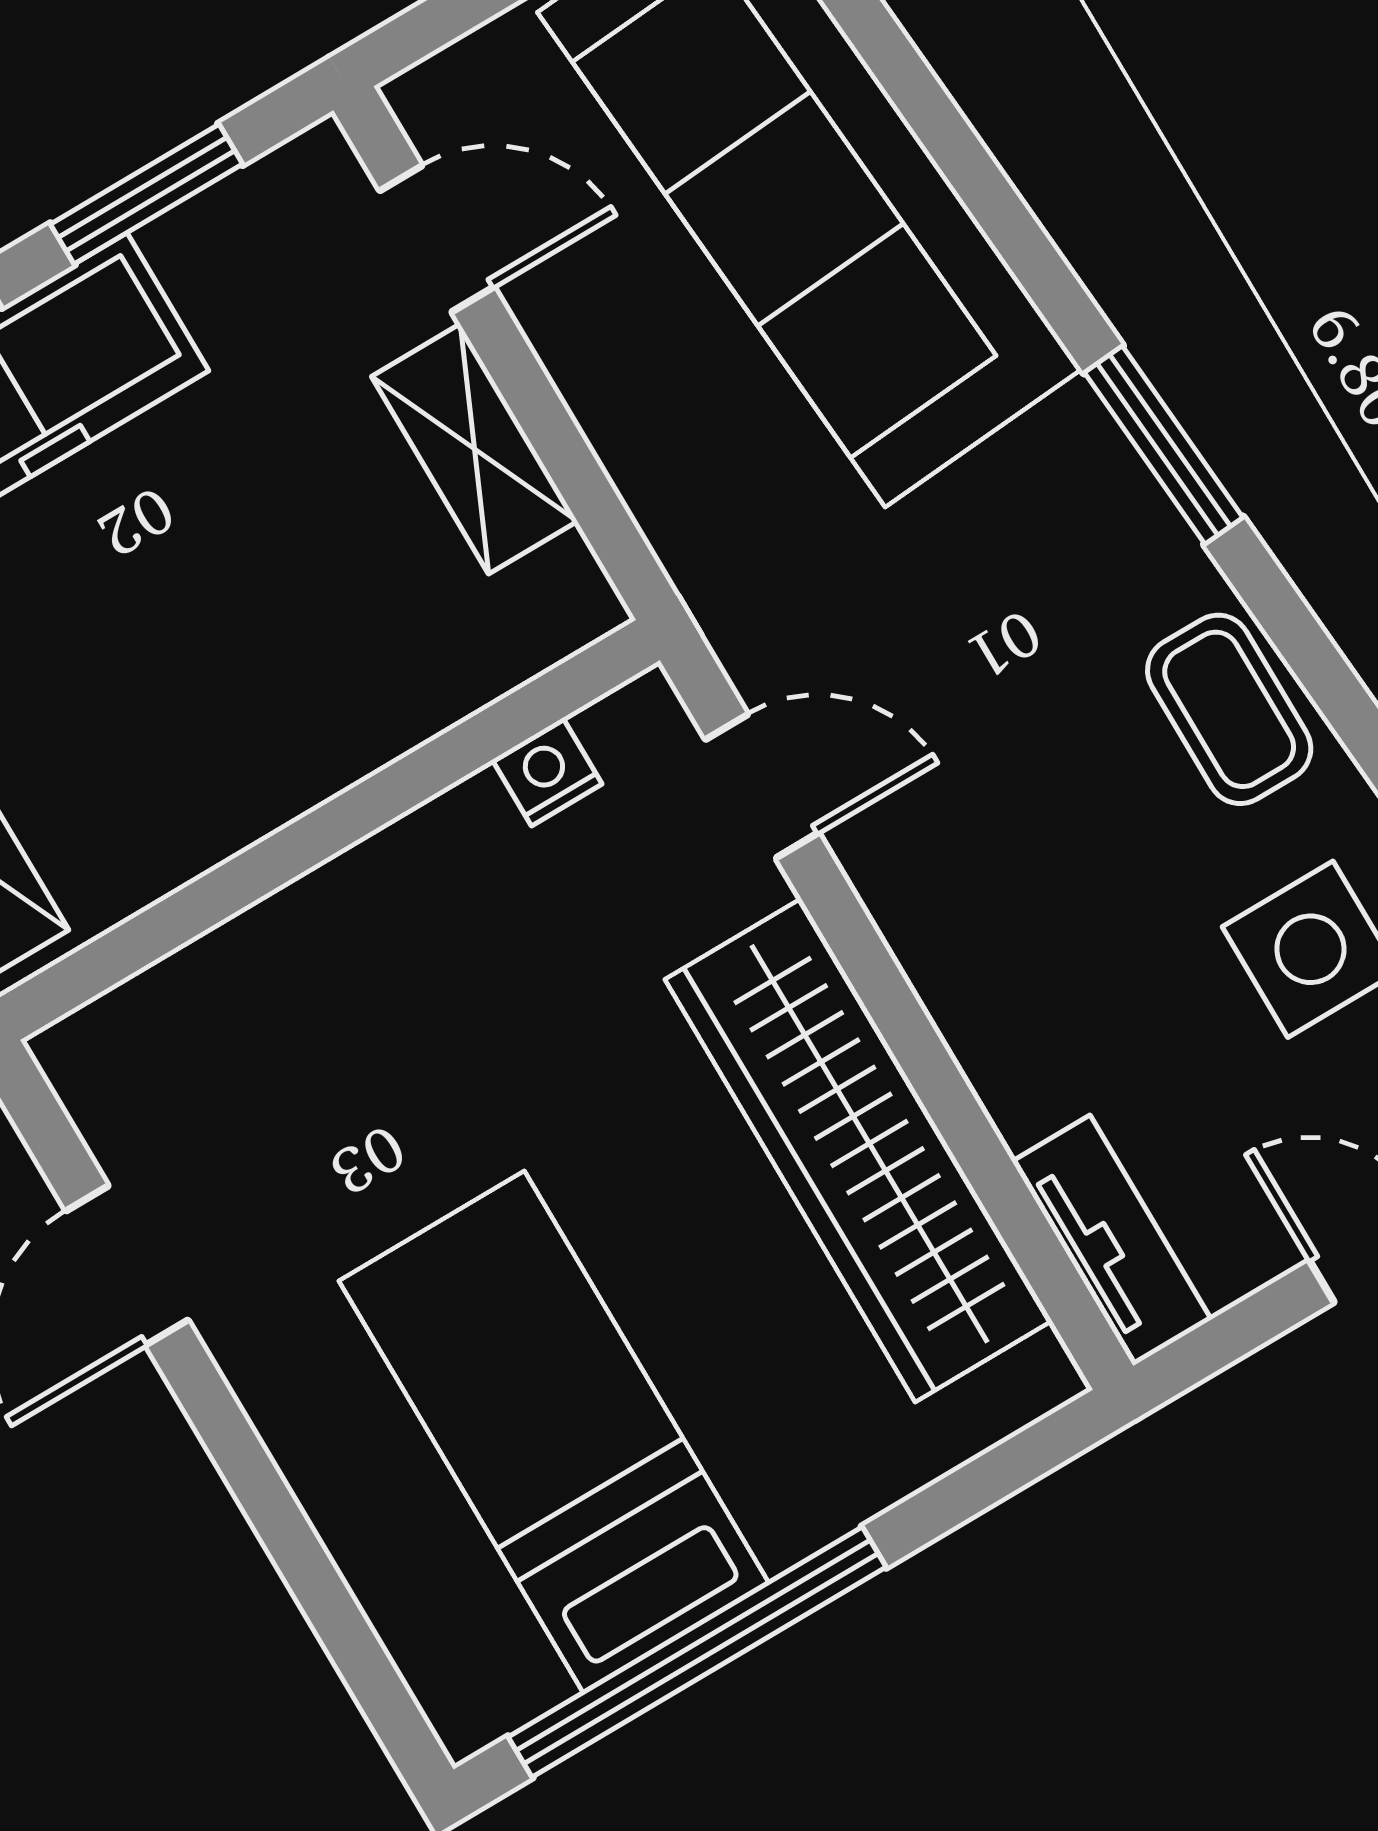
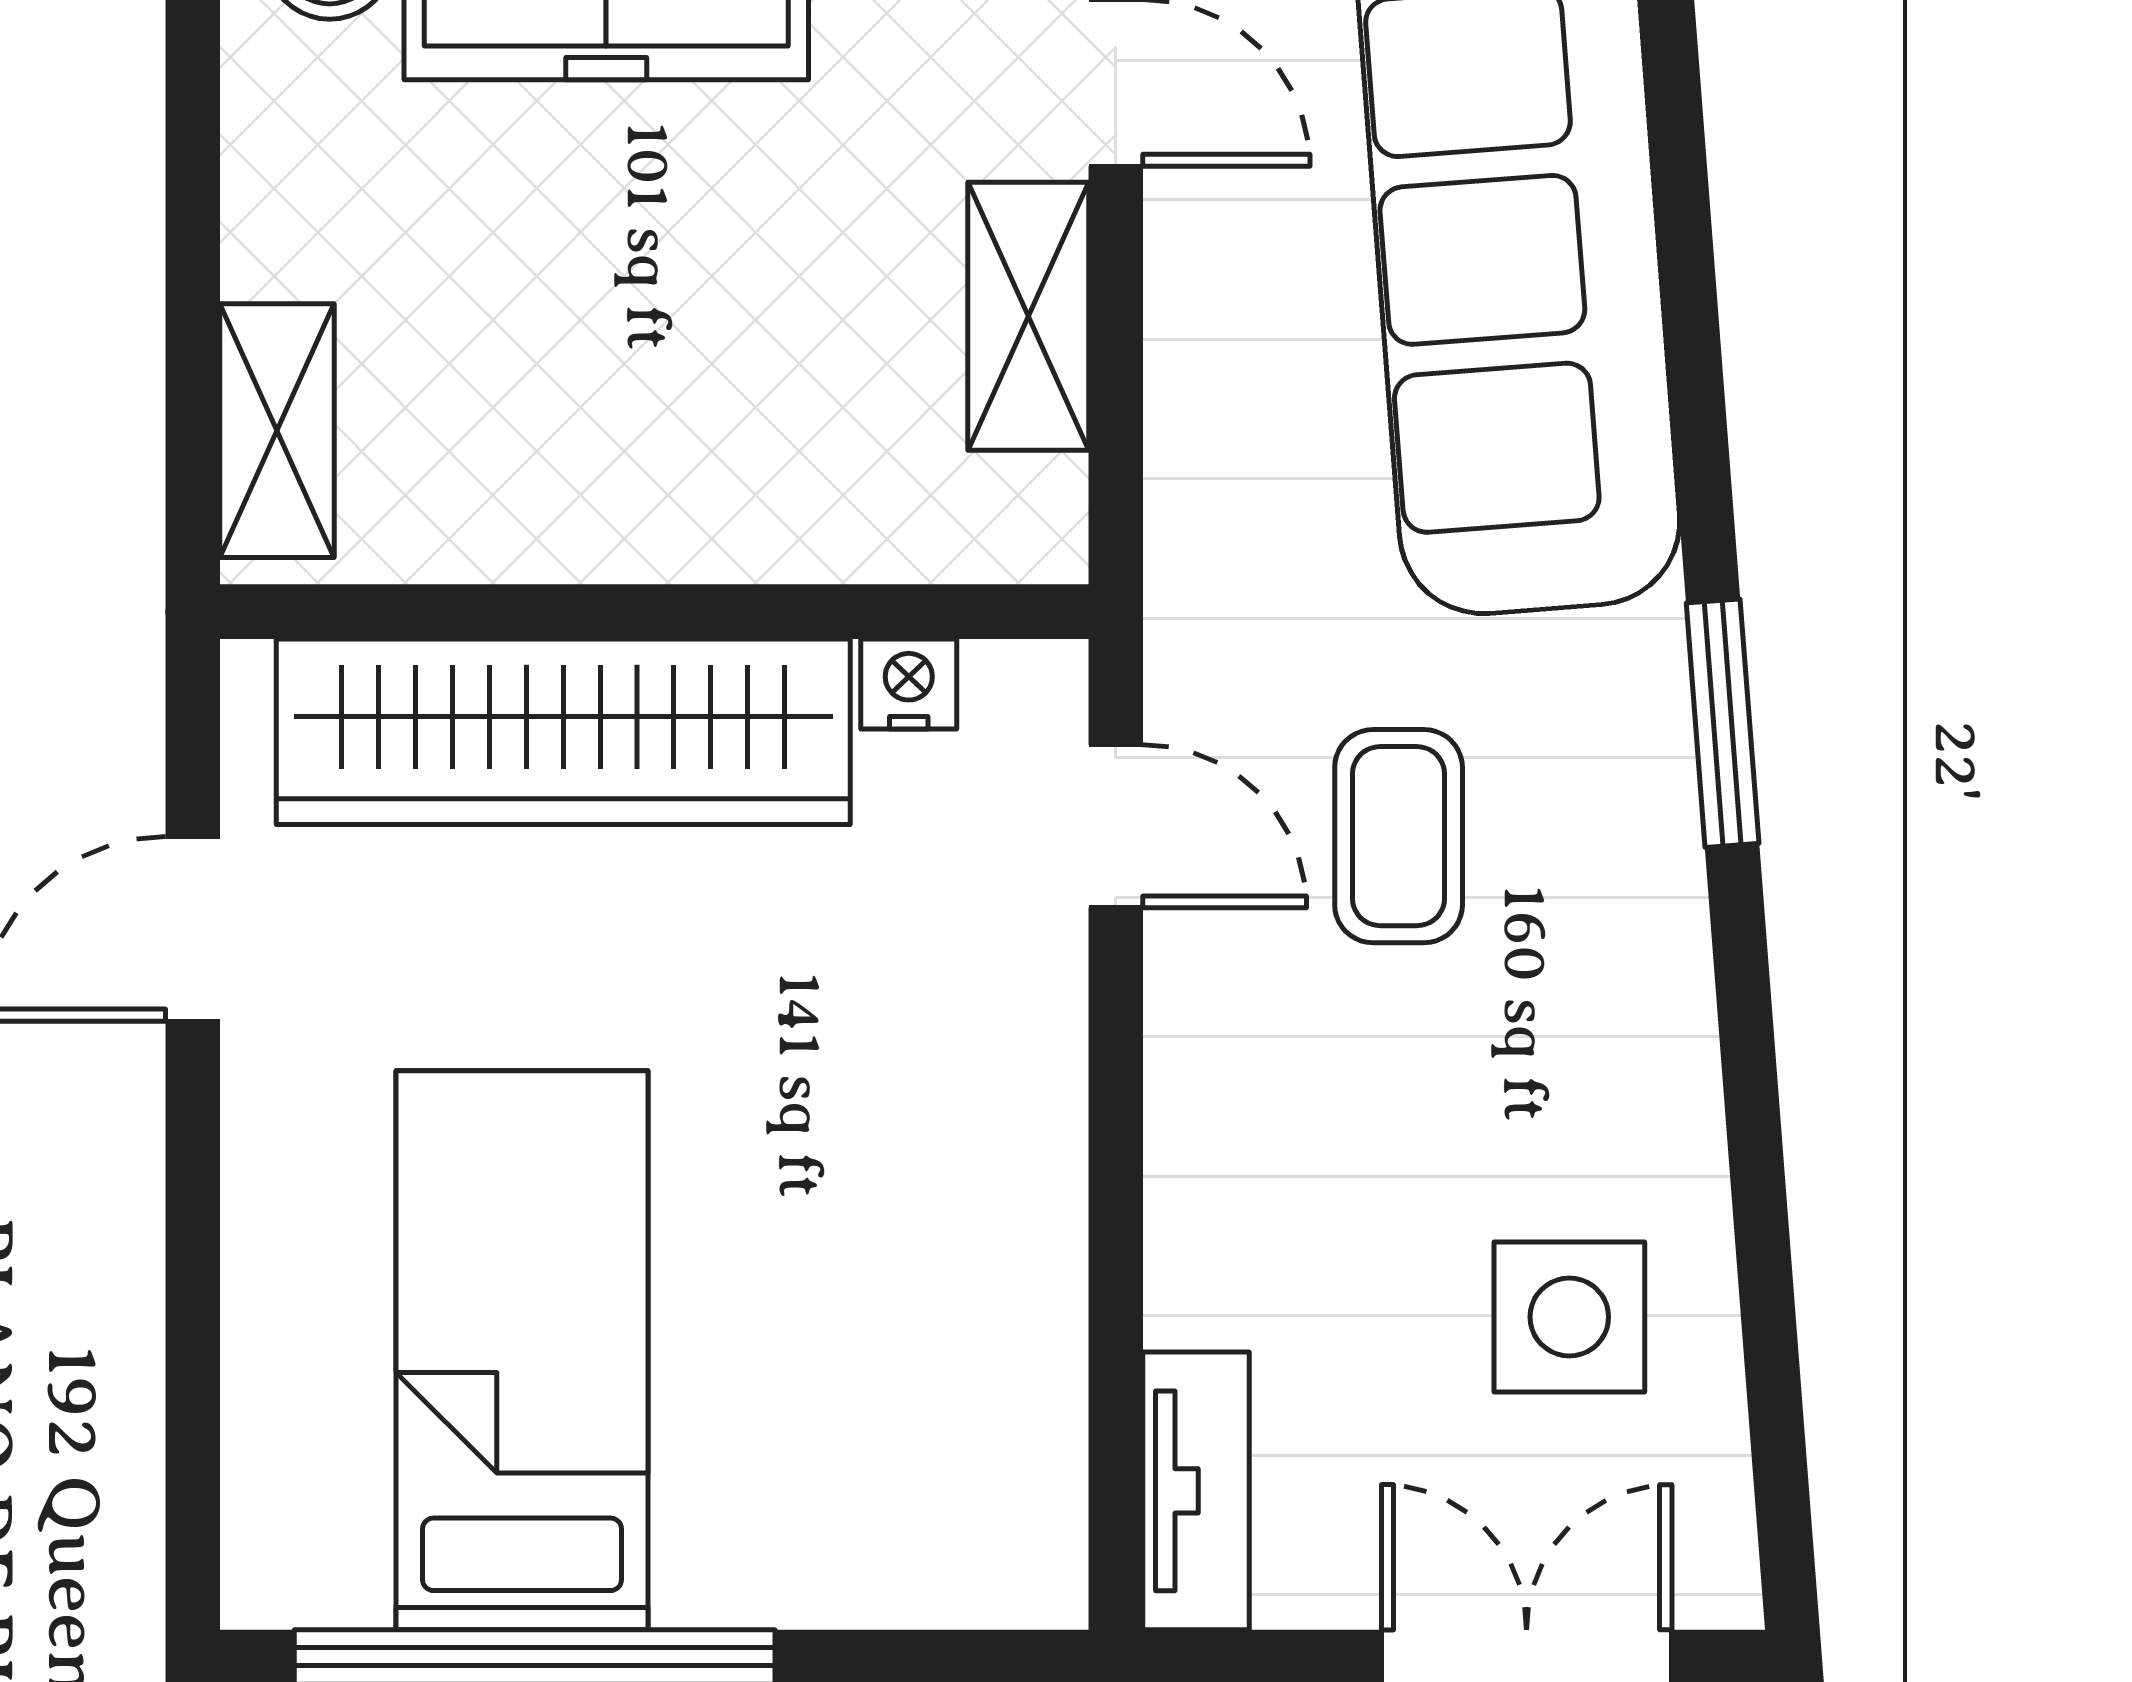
coffee table: (1229, 709) -> (1399, 836), moved
wardrobe: (858, 1150) -> (563, 732), moved, turned -90

